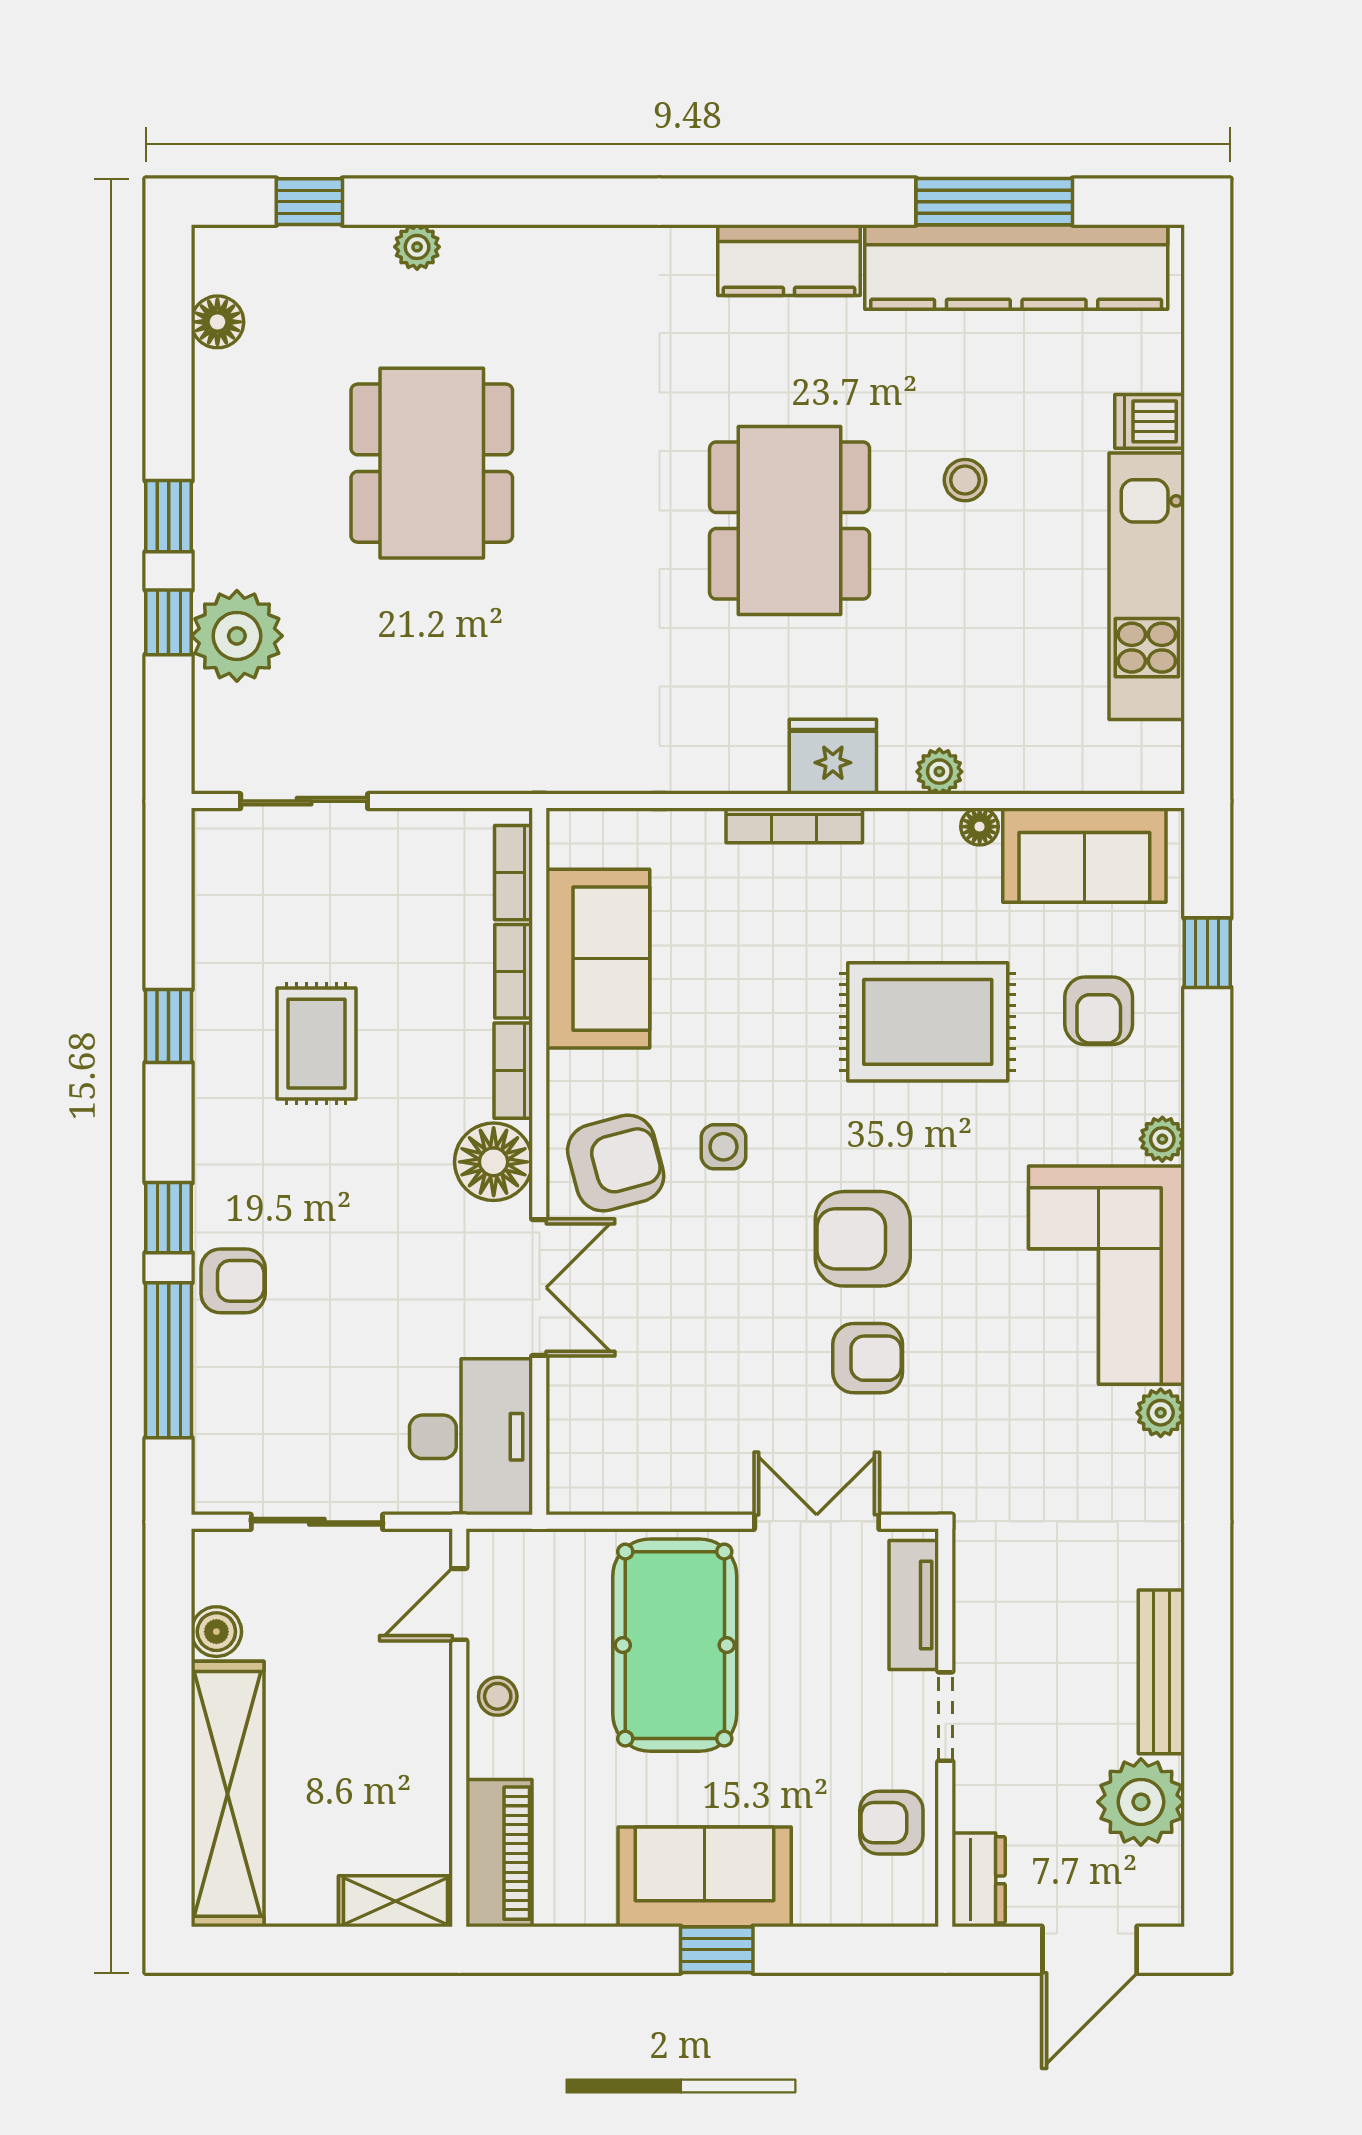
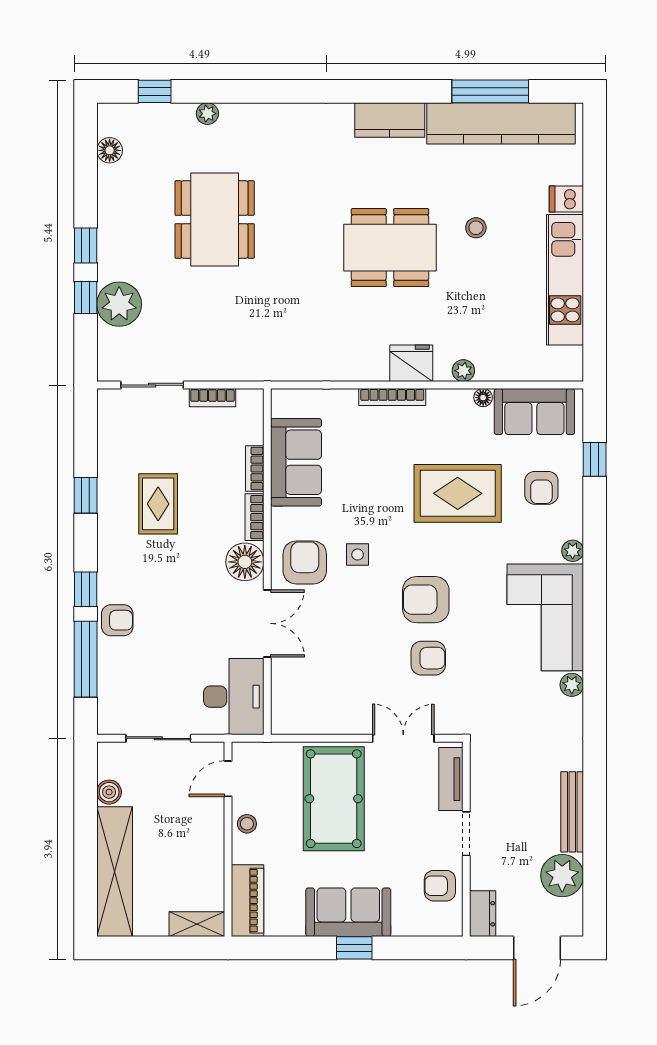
dining table: (790, 520) -> (390, 248), turned 90
bookcase: (513, 873) -> (212, 398), moved, turned -90
armchair: (616, 1163) -> (305, 562), turned -75

